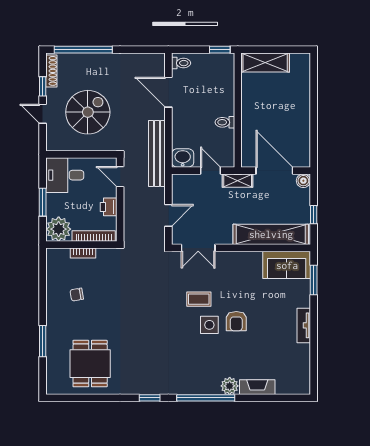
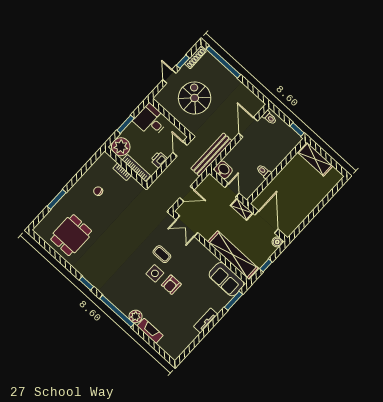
spiral stairs: (88, 112) -> (195, 98), turned -90

